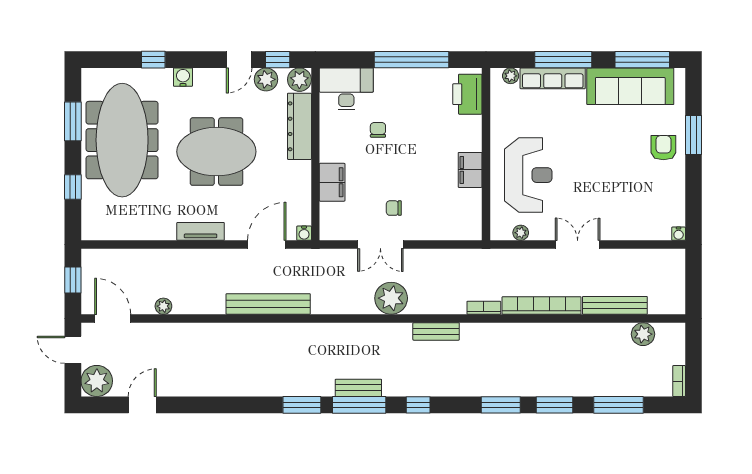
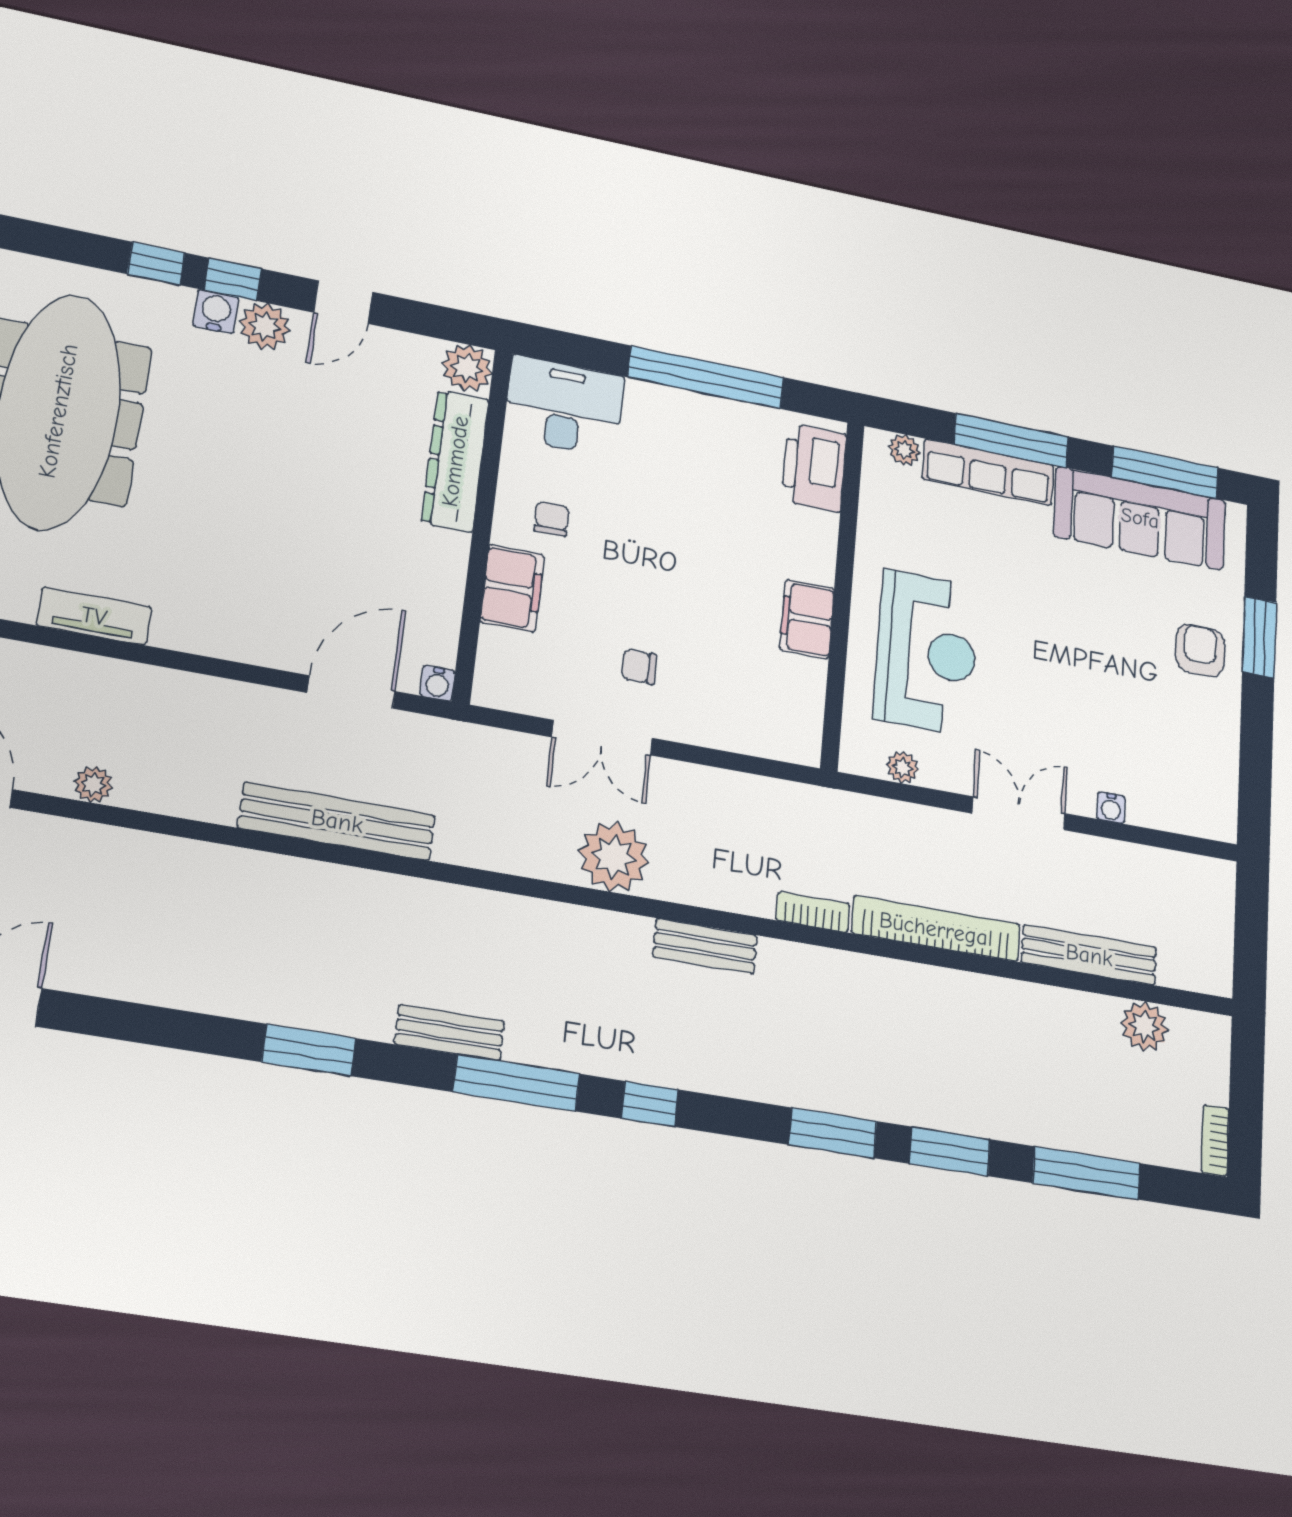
window: (278, 60) -> (233, 279), moved
plant: (266, 79) -> (265, 326), moved
chair: (378, 130) -> (552, 519), moved
meeting table: (216, 152) -> (267, 476), removed
tv unit: (201, 231) -> (94, 616), moved
water cooler: (679, 234) -> (1111, 808), moved
bench: (358, 388) -> (450, 1033), moved
window: (302, 405) -> (309, 1050), moved

